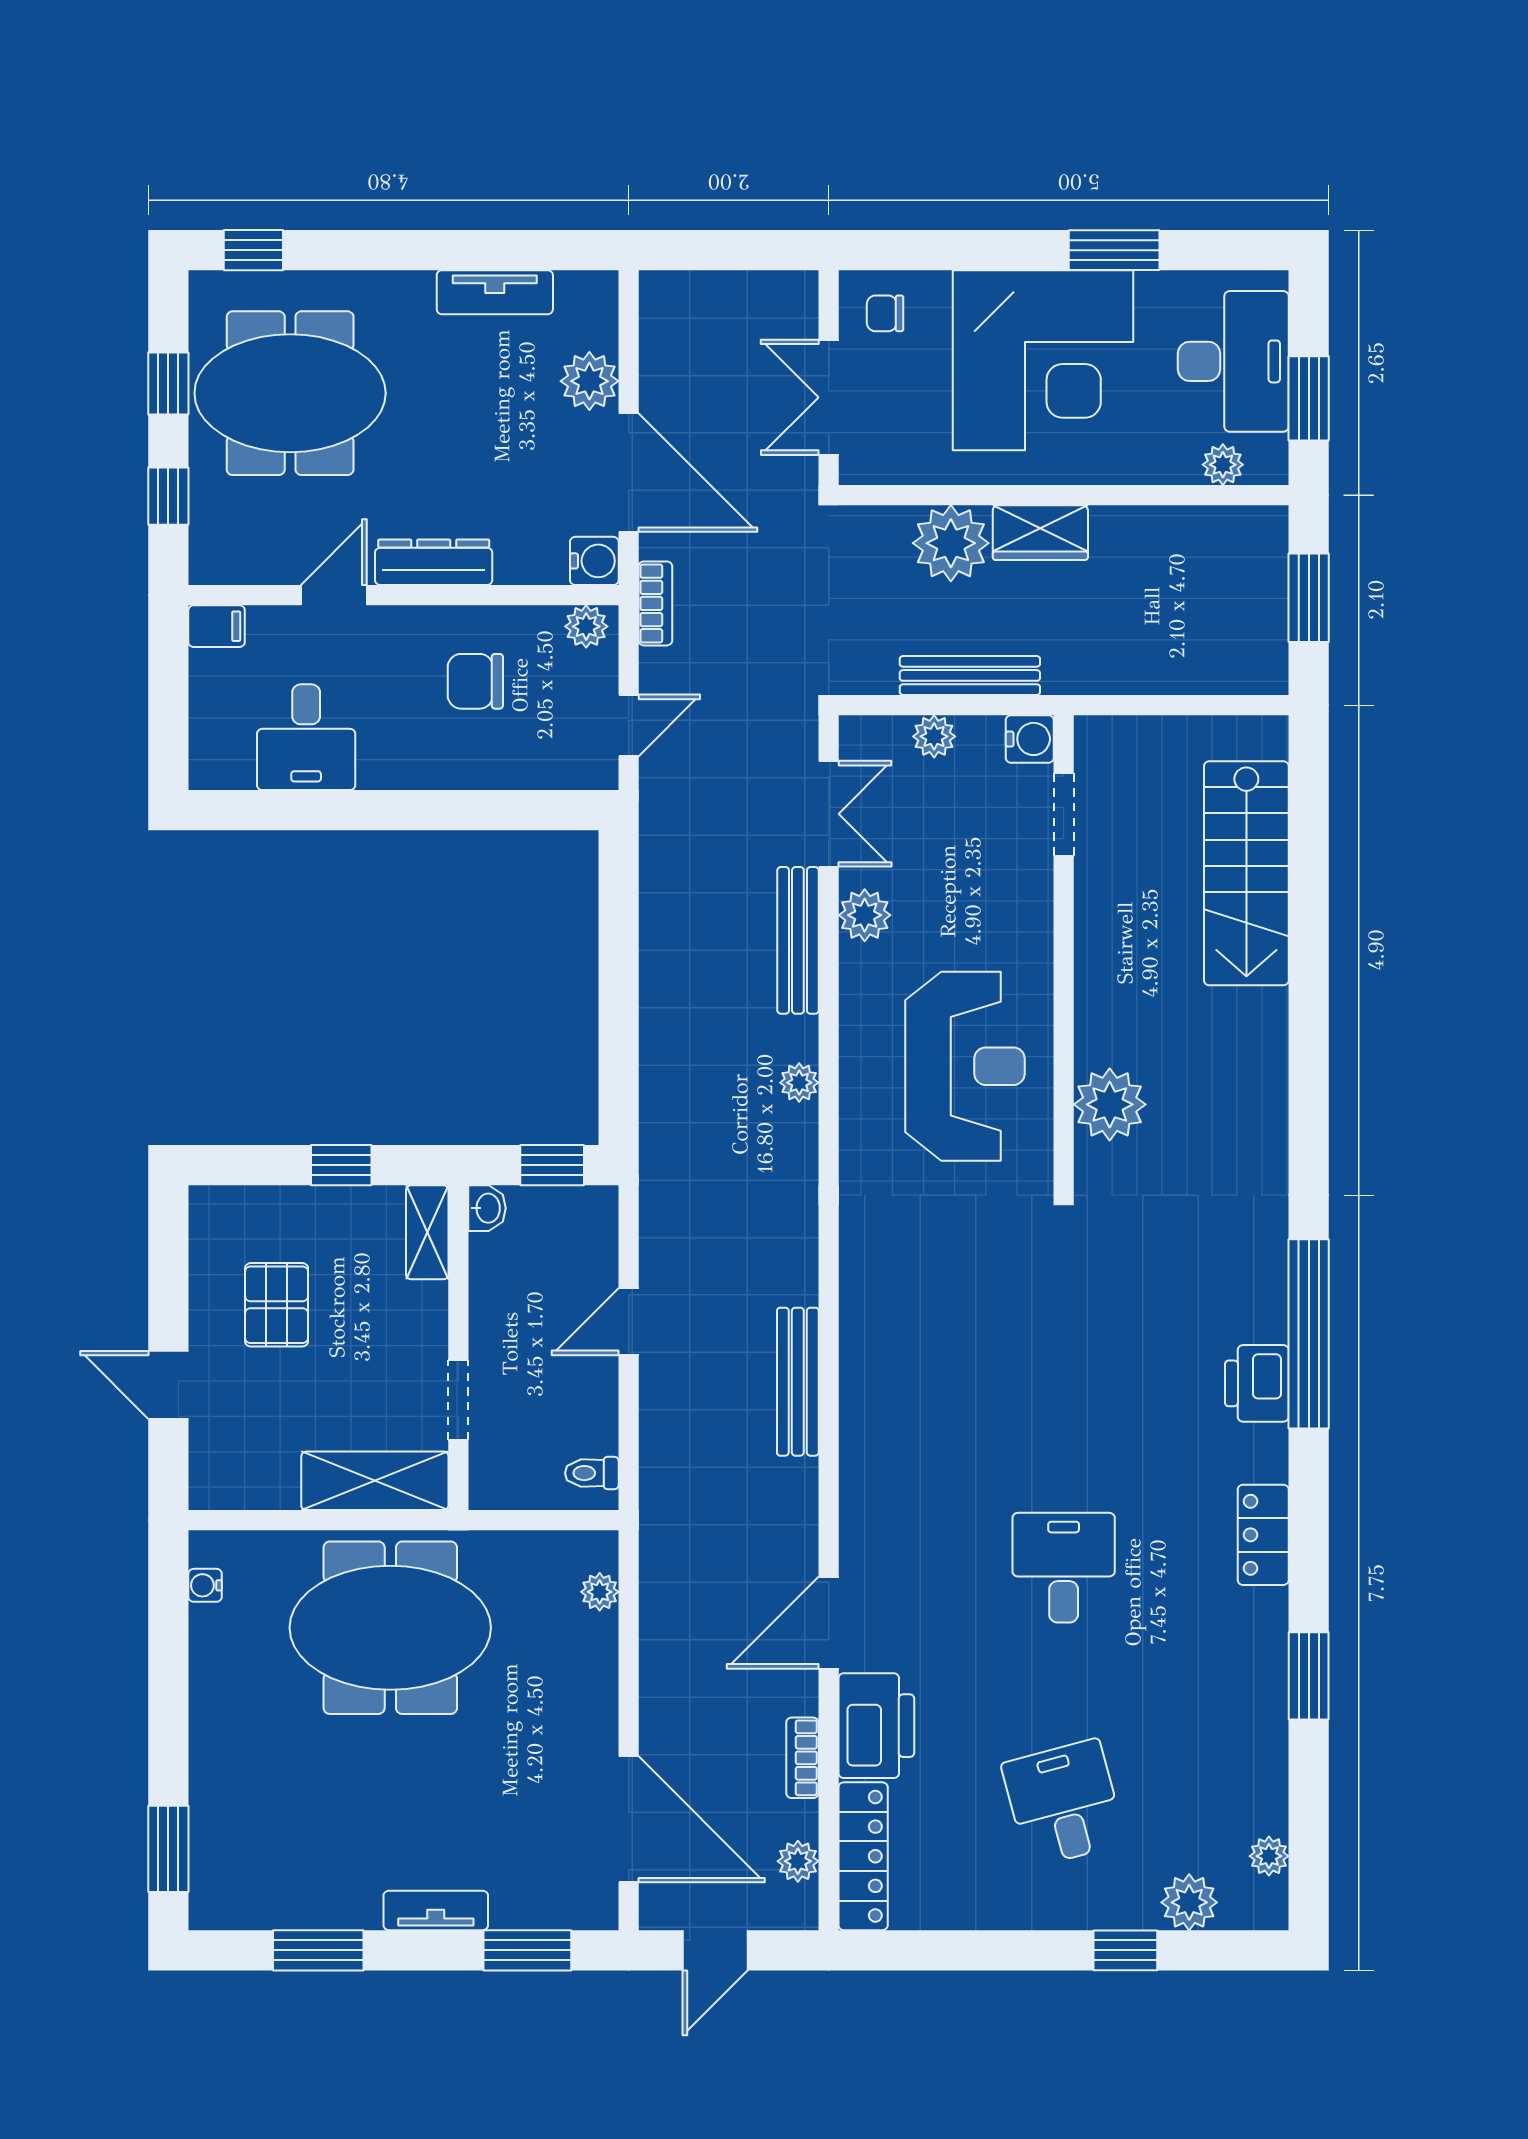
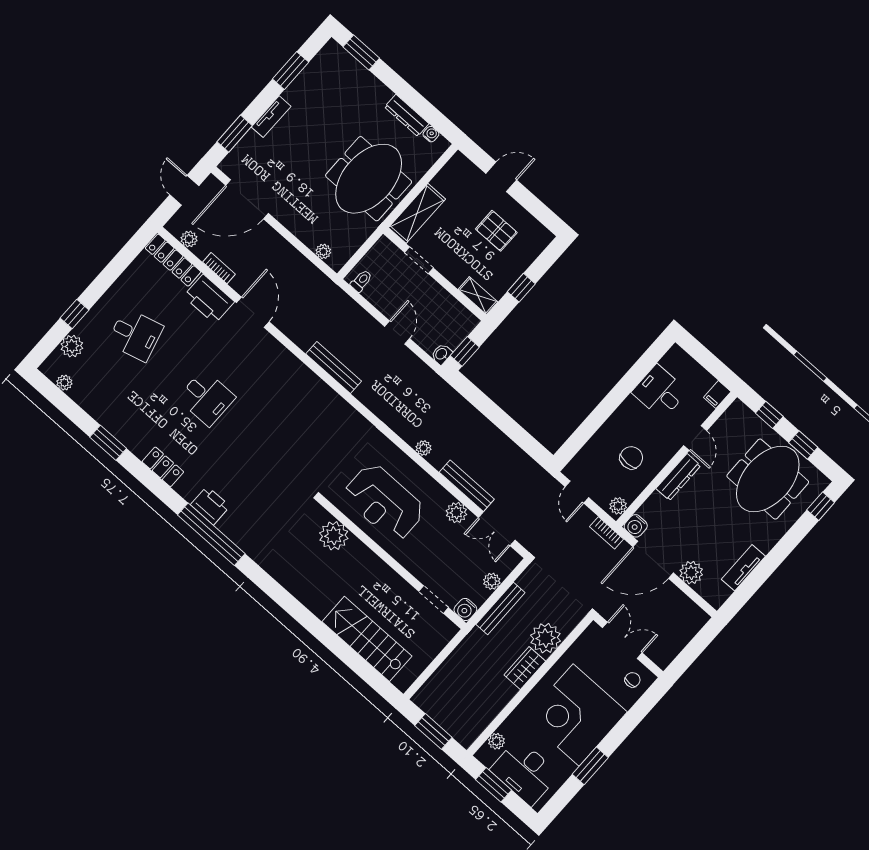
washbasin: (487, 1208) -> (441, 354), moved, turned 90
dresser: (210, 1661) -> (407, 115), added

